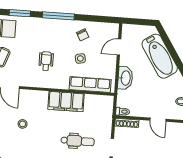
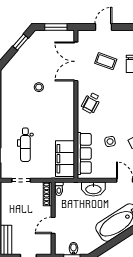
wheelchair: (46, 61) -> (91, 103), moved, turned 118
filing cabinet: (66, 101) -> (65, 159), moved

